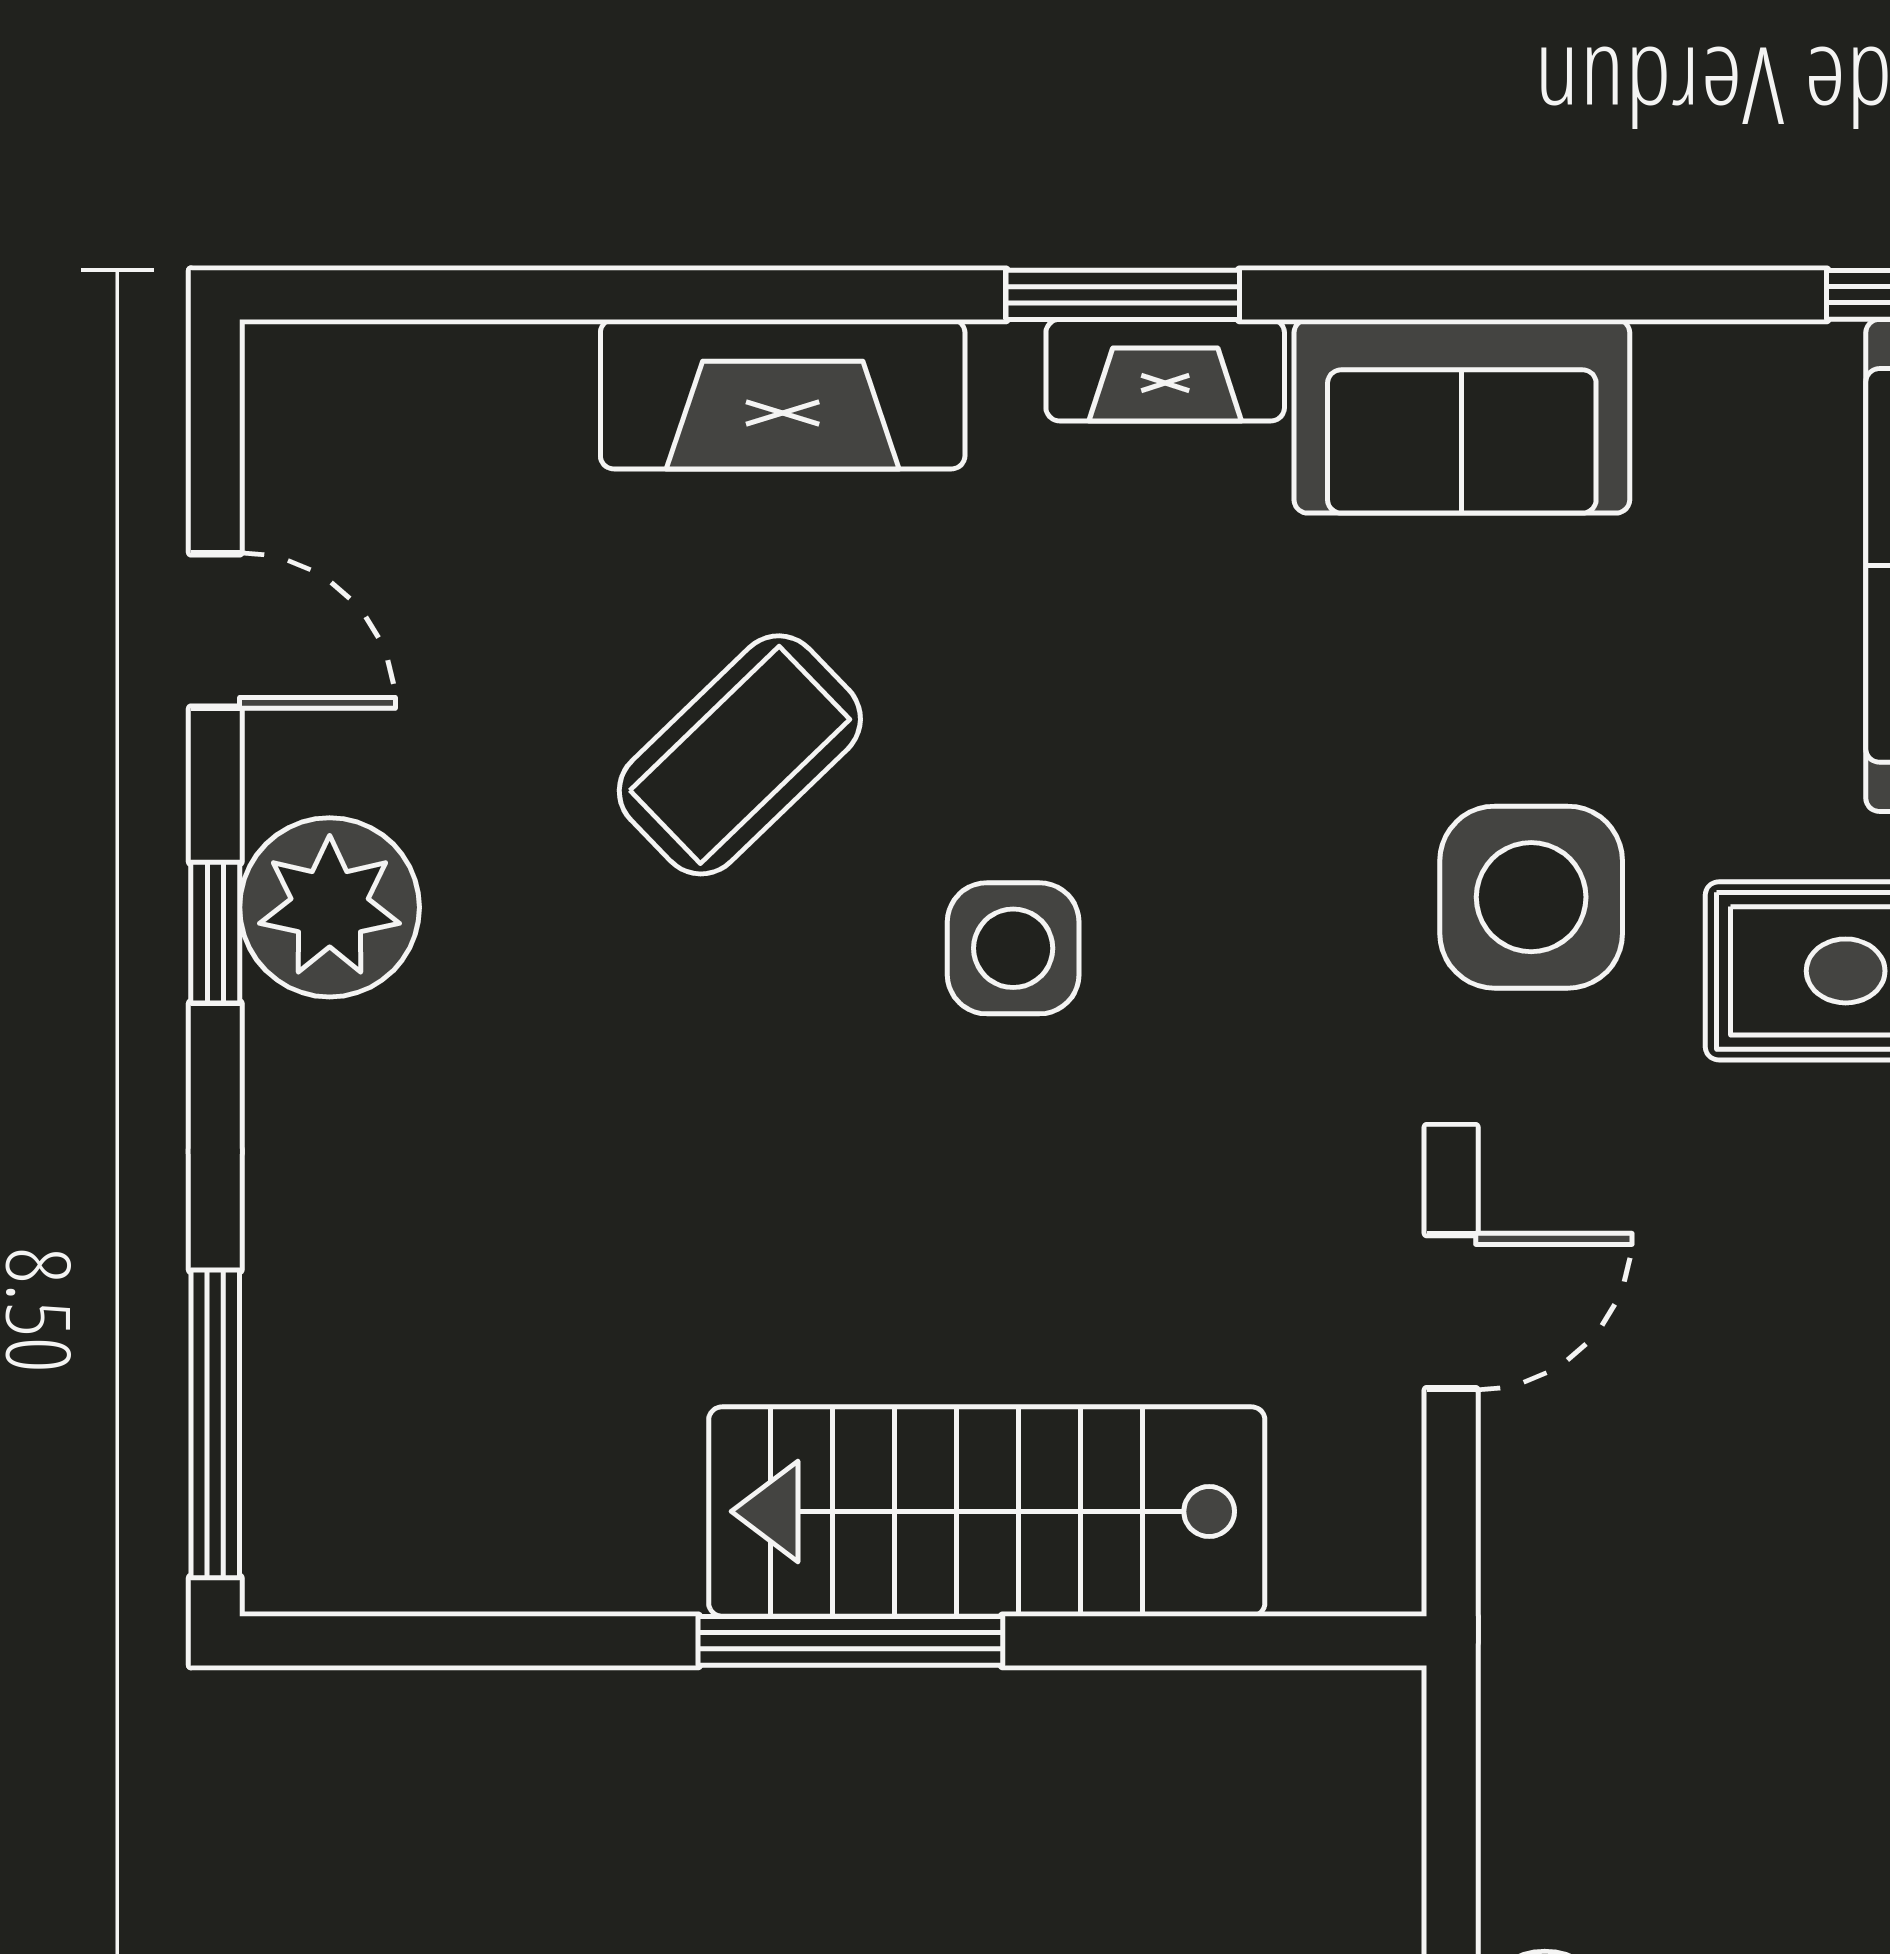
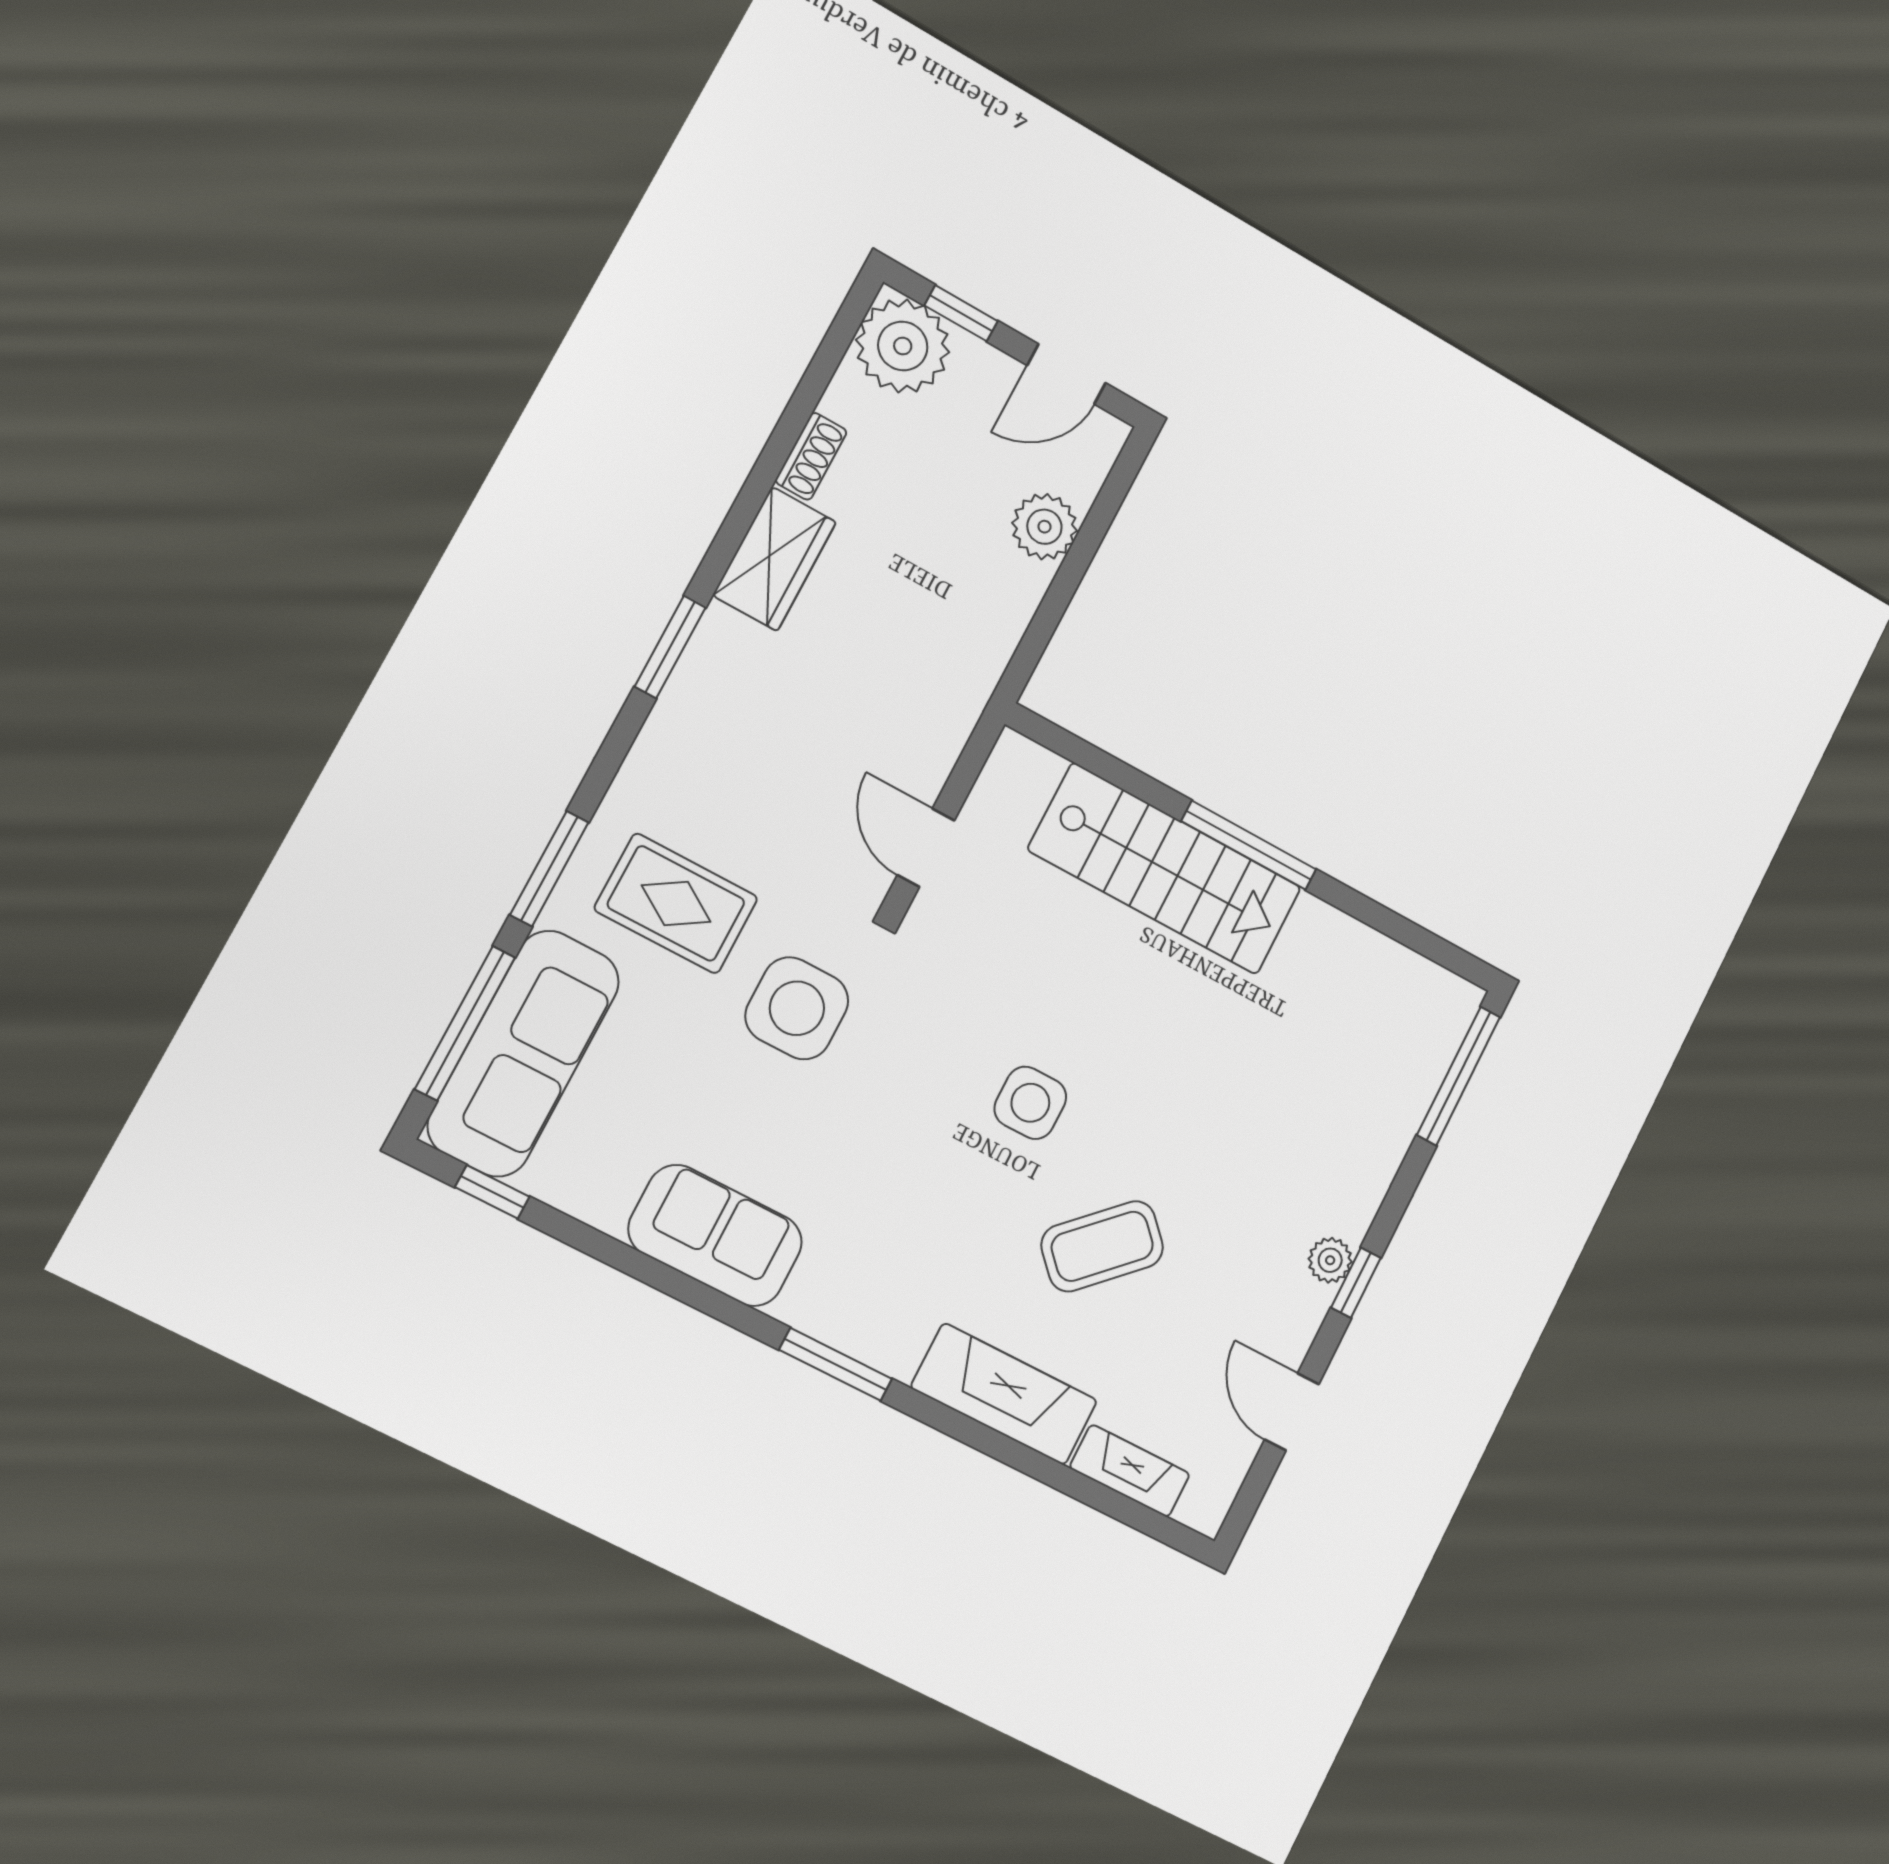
fireplace: (1165, 370) -> (1130, 1471), moved
plant: (330, 907) -> (1330, 1260), width x0.53, depth x0.53
door: (1451, 1312) -> (926, 848), hinge flipped

